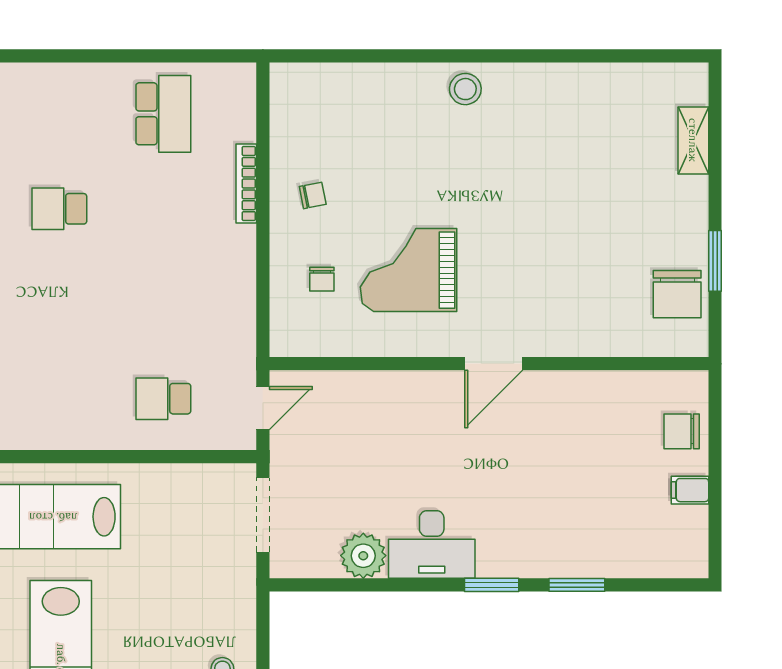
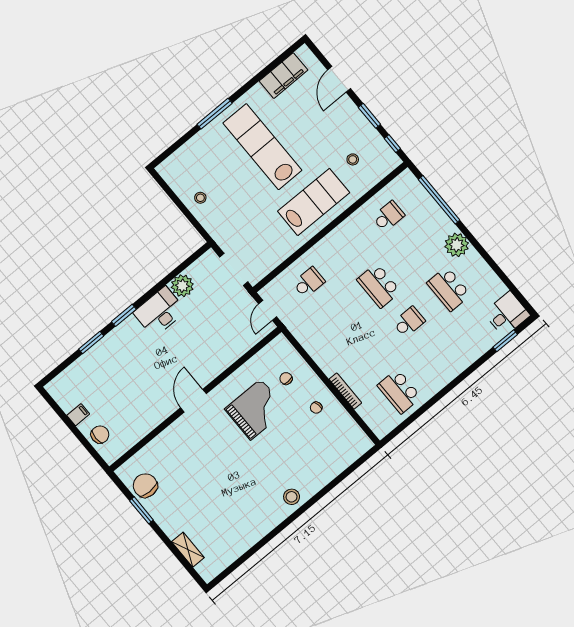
school desk: (59, 304) -> (379, 286), added

